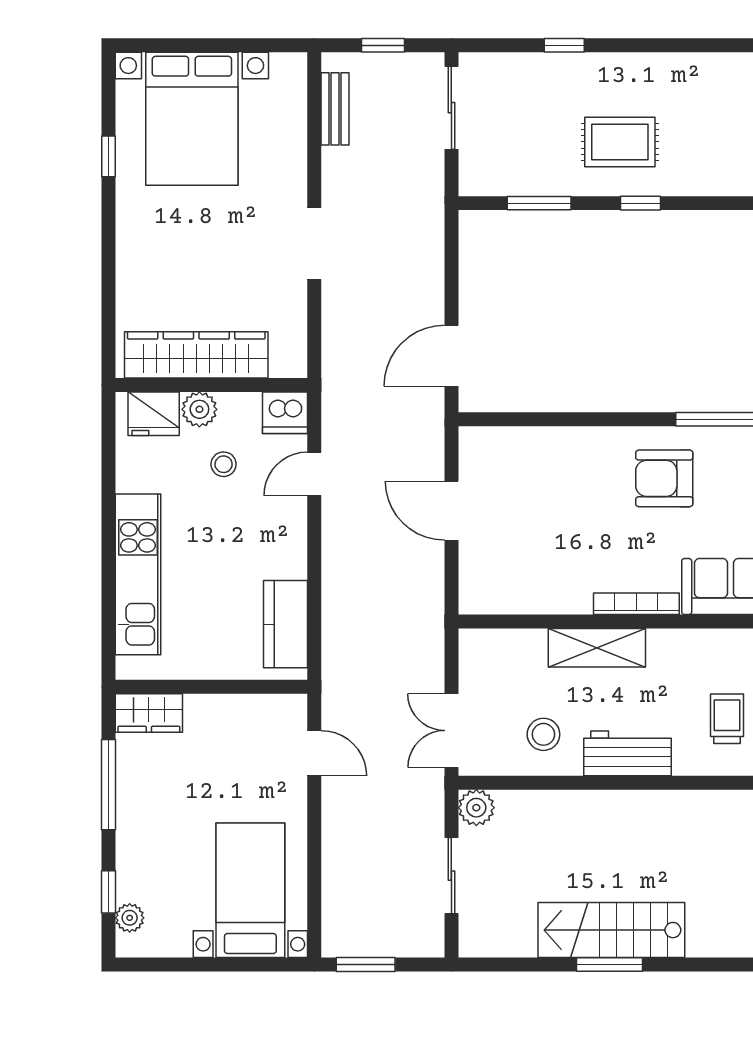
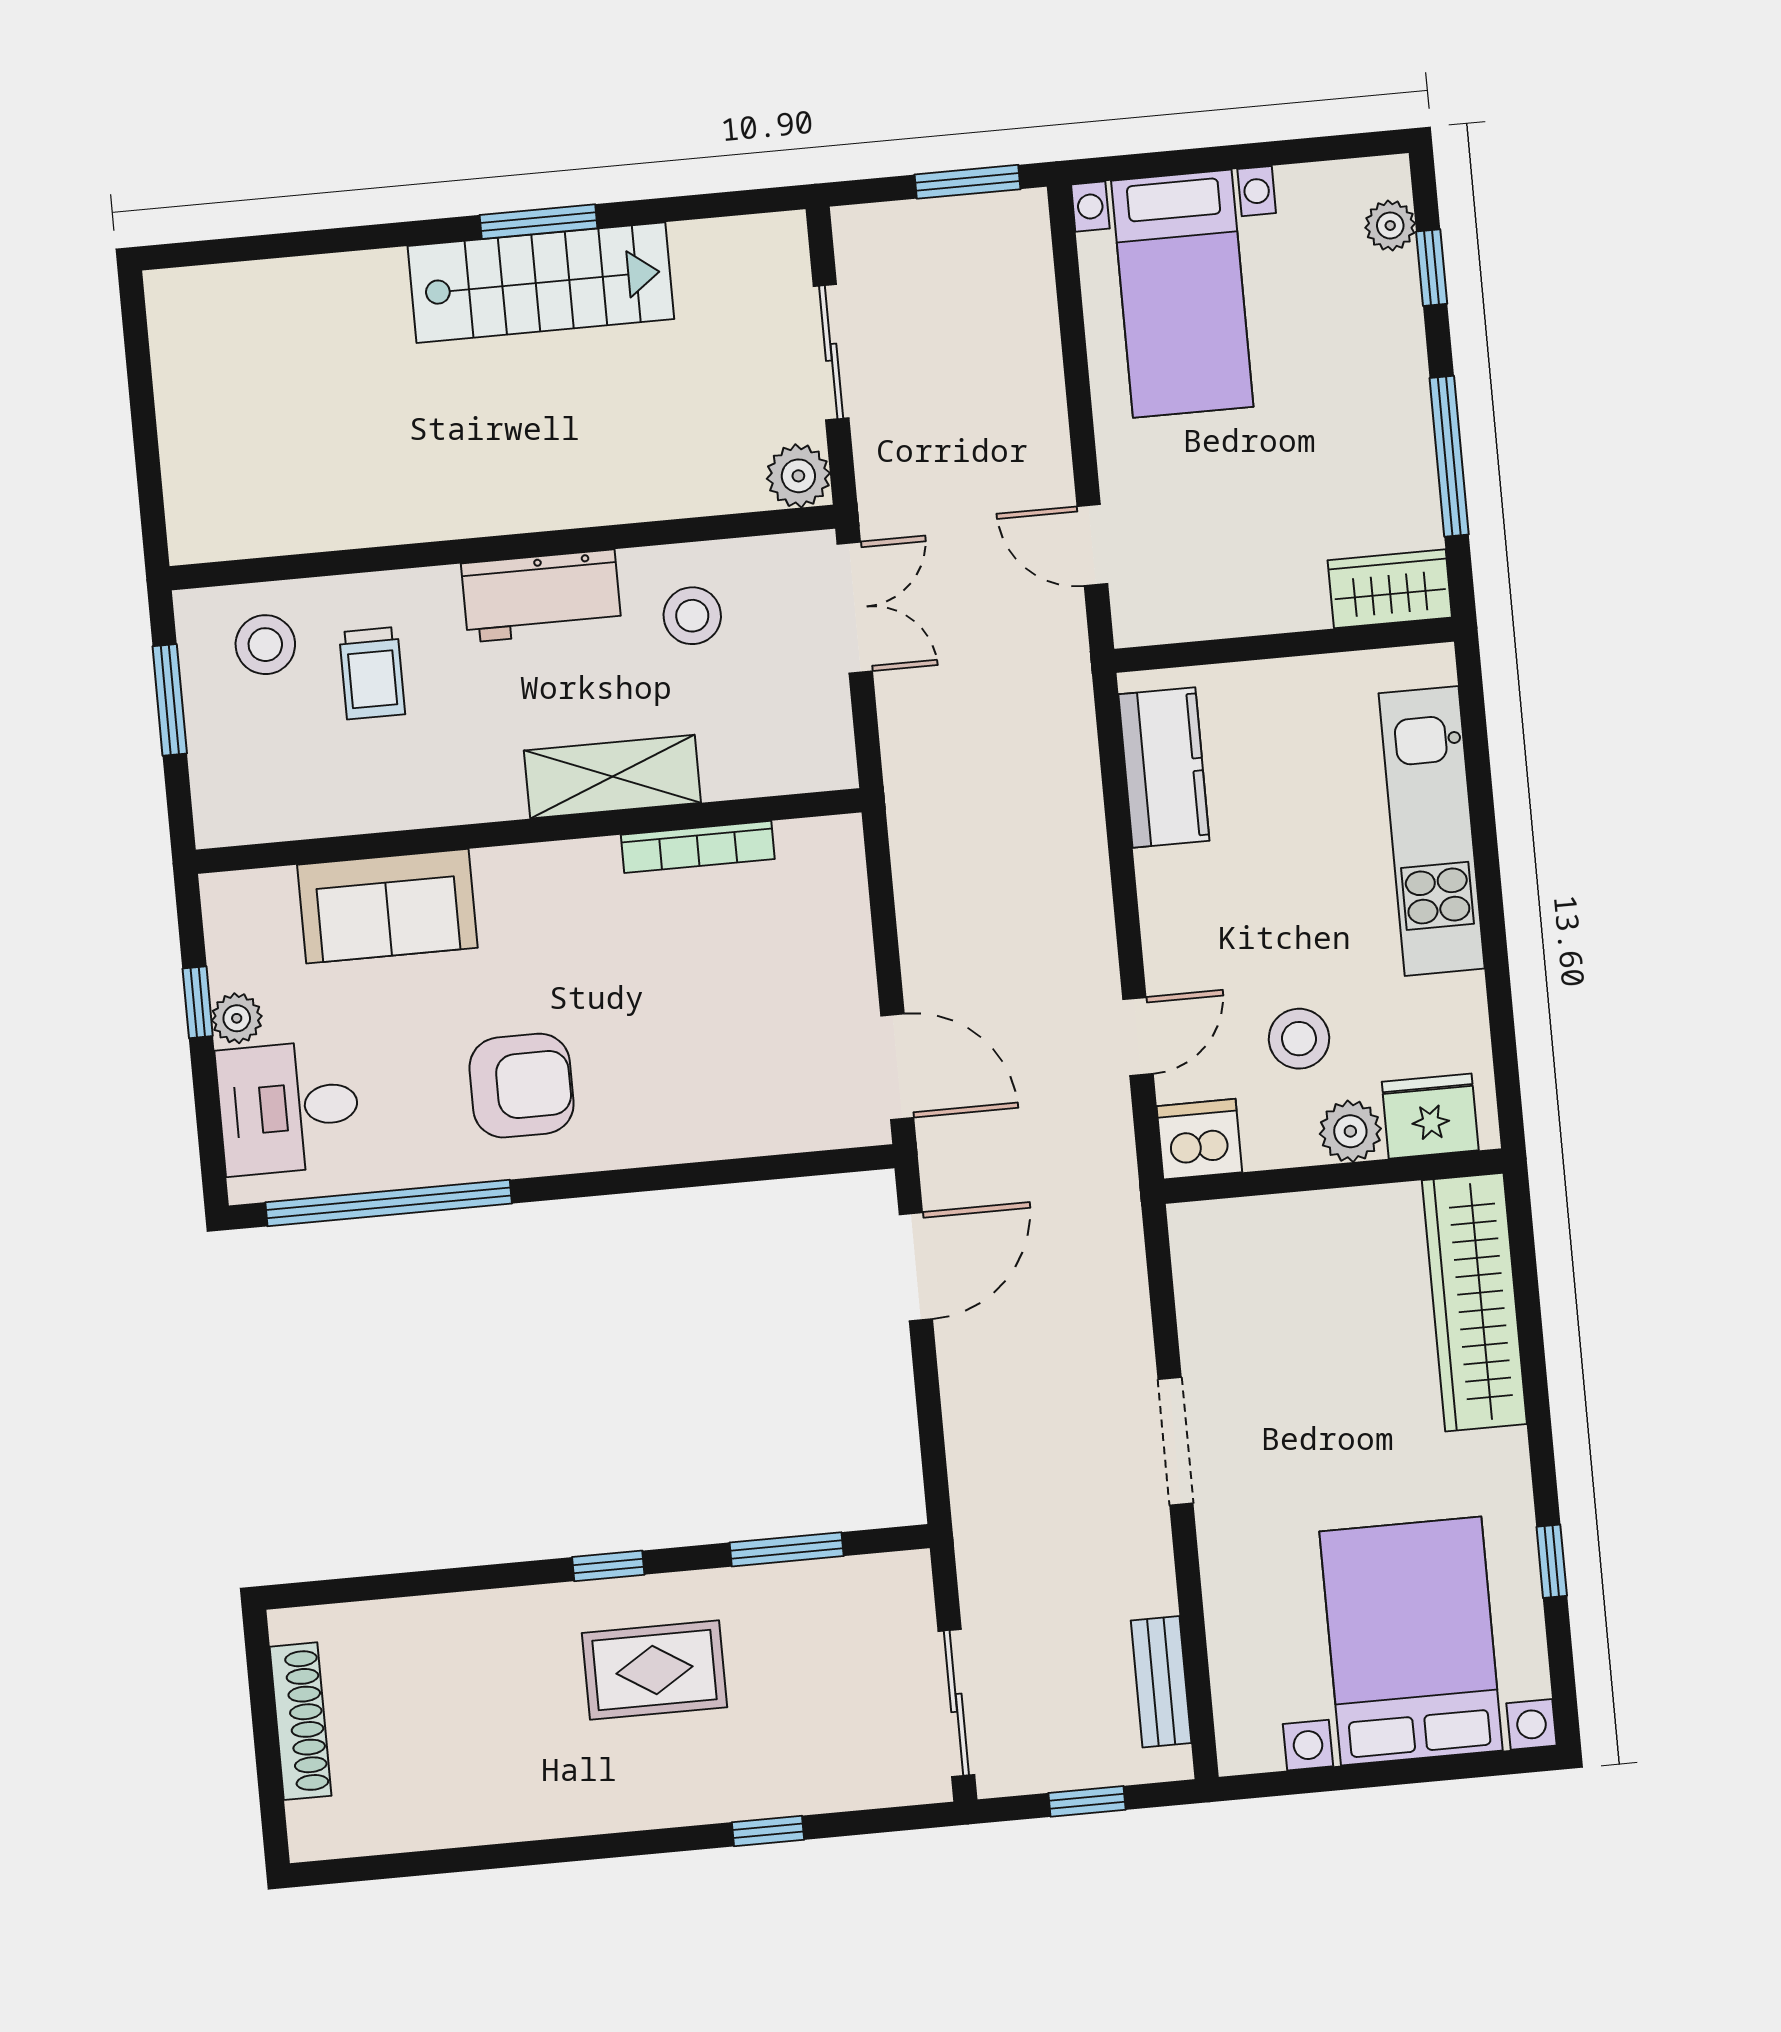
wardrobe: (196, 355) -> (1474, 1302), moved, turned 90
stool: (224, 464) -> (1299, 1039), width x1.37, depth x1.37
door: (451, 511) -> (897, 1067), moved
bookcase: (636, 604) -> (698, 847), moved

